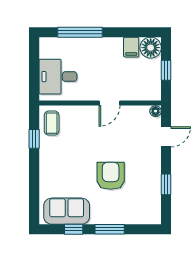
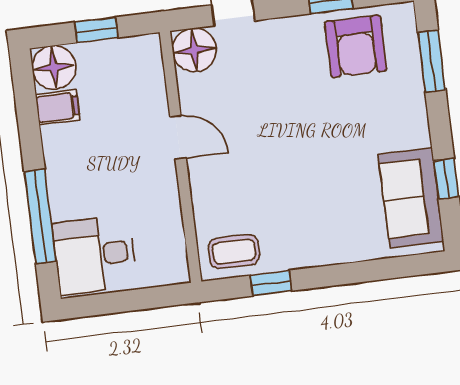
desk: (58, 77) -> (95, 255), moved, turned 90
floor lamp: (156, 111) -> (194, 50), width x1.89, depth x1.89
armchair: (111, 176) -> (356, 46), moved, turned -90
window: (110, 229) -> (432, 61), moved

